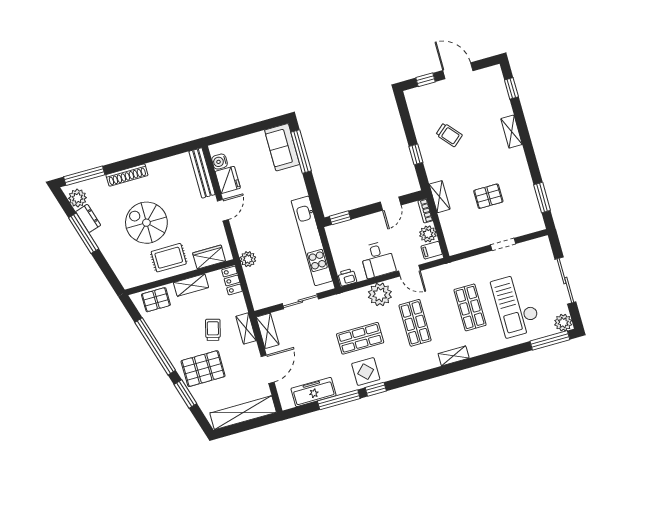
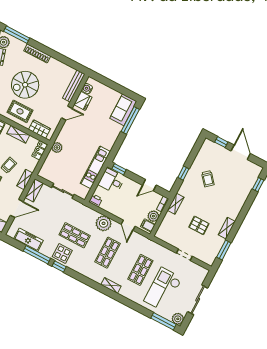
shelving: (511, 132) -> (227, 228), moved
spiral stairs: (146, 223) -> (25, 85), turned -90
kitchen unit: (312, 241) -> (95, 167), width x0.73
desk: (378, 260) -> (112, 181), moved, turned 90

